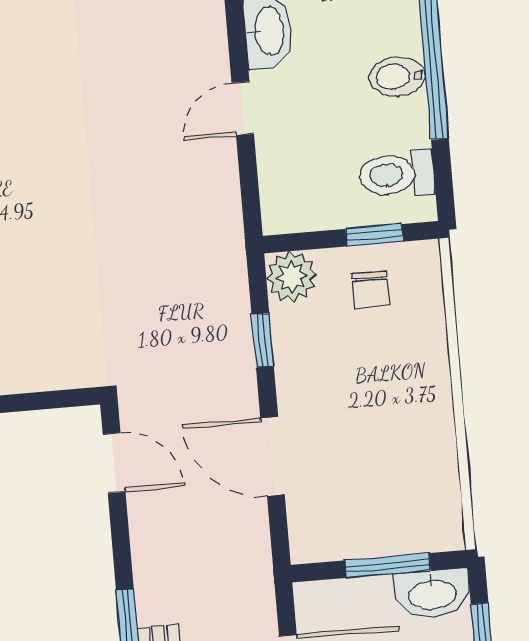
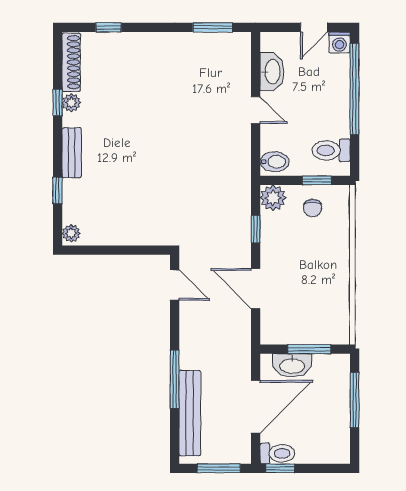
bidet: (397, 76) -> (274, 162), moved, turned 180
door: (243, 108) -> (256, 110), swing flipped
washbasin: (432, 594) -> (292, 365), moved

